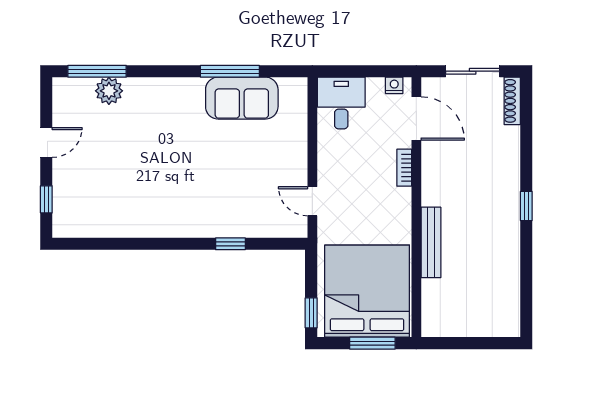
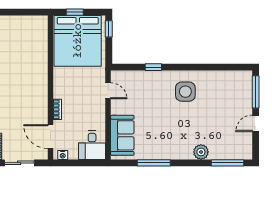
plant: (109, 91) -> (201, 152), moved
sofa: (242, 98) -> (122, 135), moved, turned 90
window: (46, 199) -> (256, 92), width x2.17
side table: (173, 200) -> (185, 92), added
bench: (431, 242) -> (42, 68), removed
window: (372, 343) -> (75, 12), width x0.67

